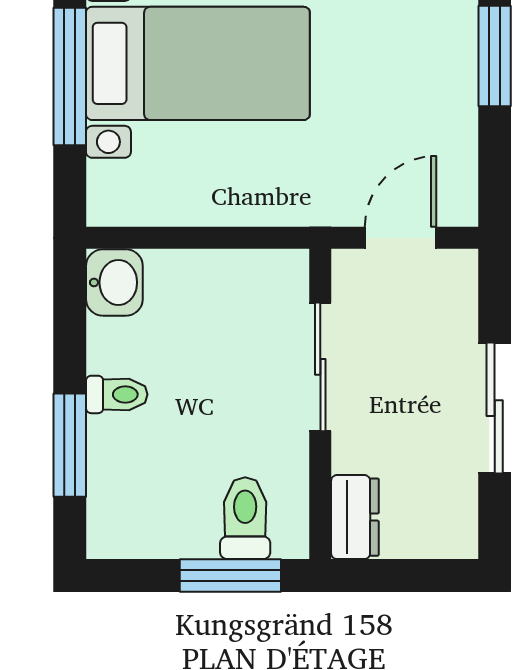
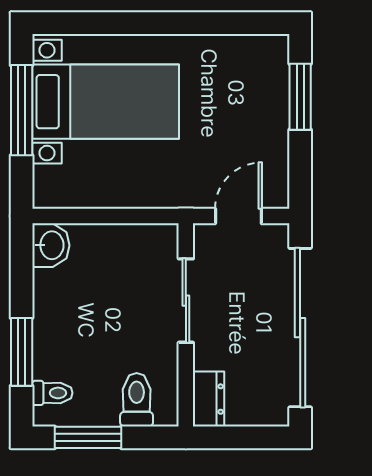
toilet: (117, 394) -> (52, 393), moved
sliding door: (495, 408) -> (300, 328), width x1.86
window: (230, 576) -> (88, 437), moved

